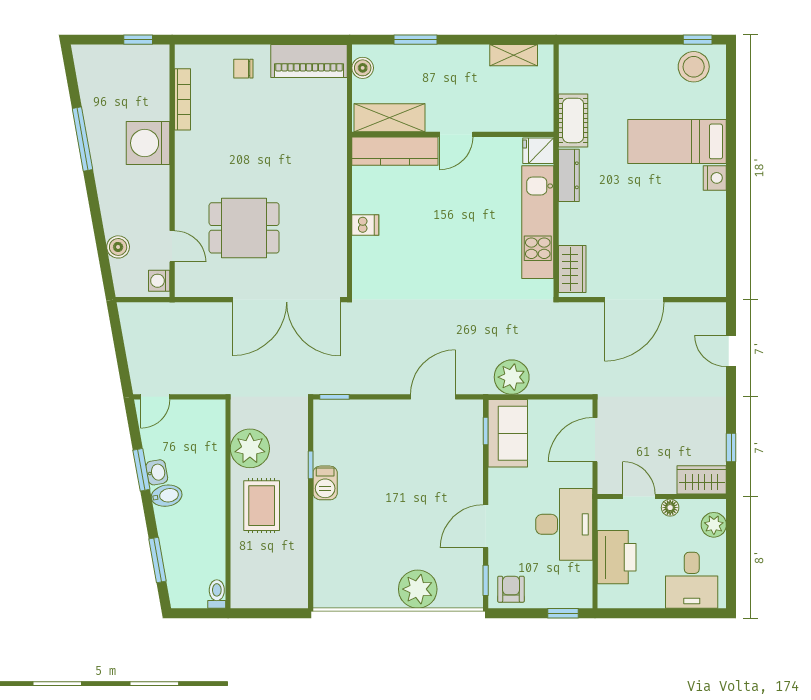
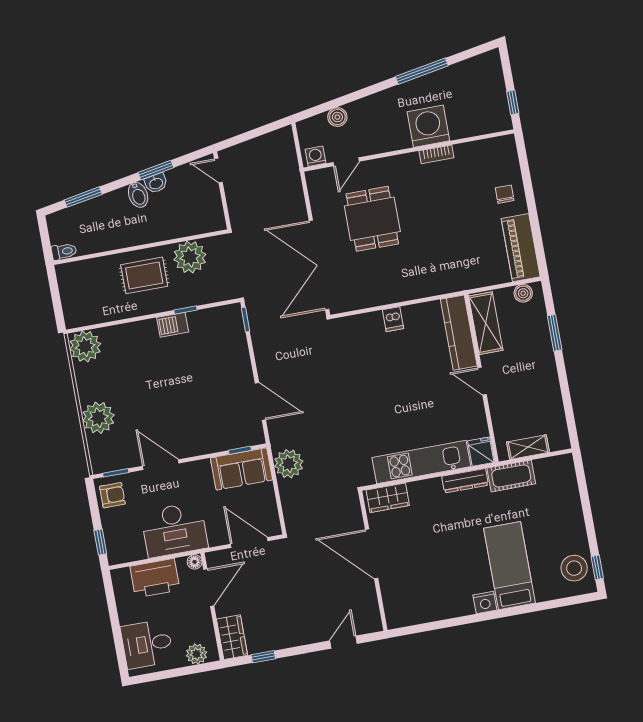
shelving: (514, 55) -> (528, 447), moved, turned 90
bookcase: (182, 99) -> (436, 154), moved, width x0.64
door: (639, 497) -> (209, 588), width x1.38
floor lamp: (670, 508) -> (195, 562), moved
plant: (332, 589) -> (85, 346), added

